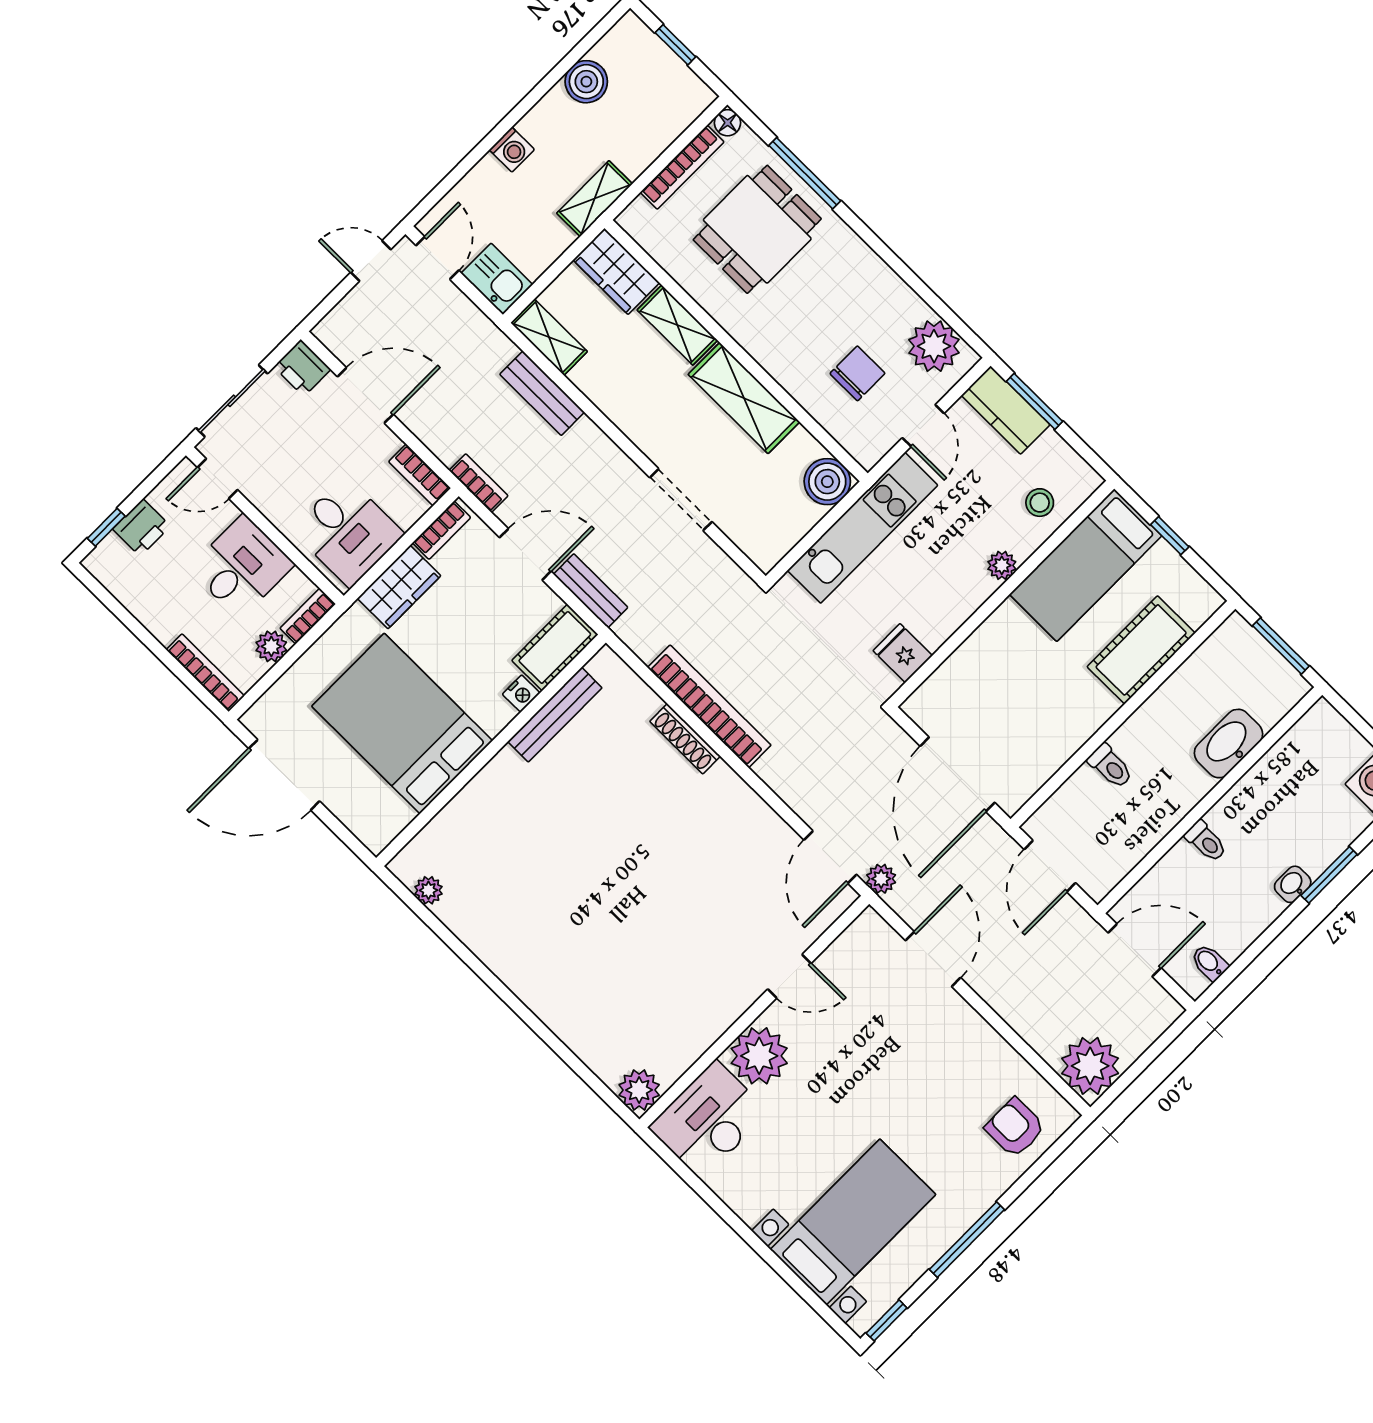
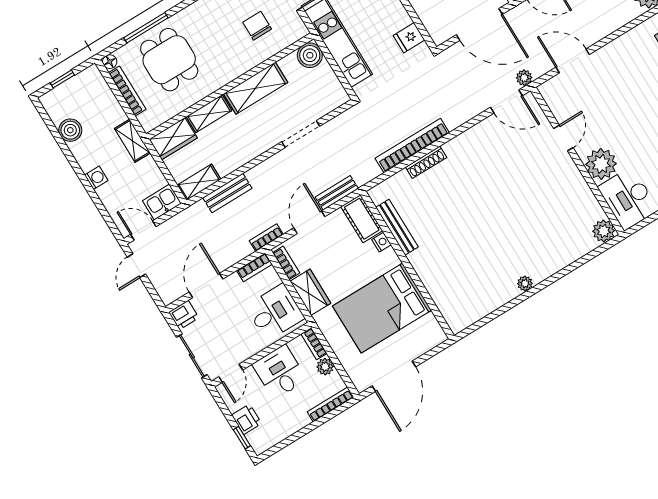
plant: (428, 890) -> (525, 283), moved

